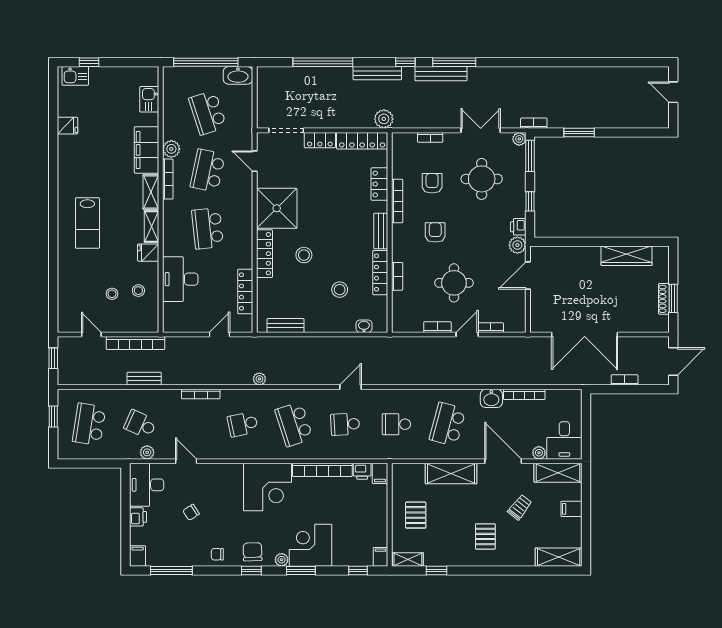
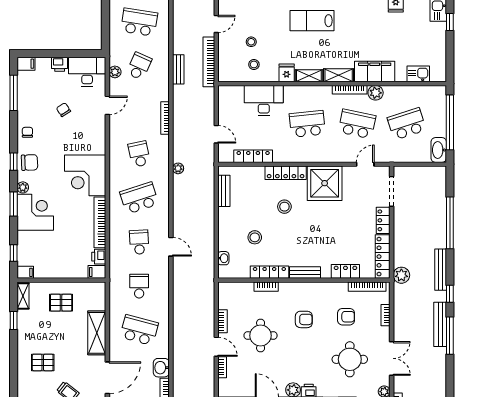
bookcase: (397, 201) -> (367, 287), moved

